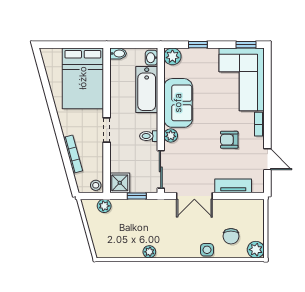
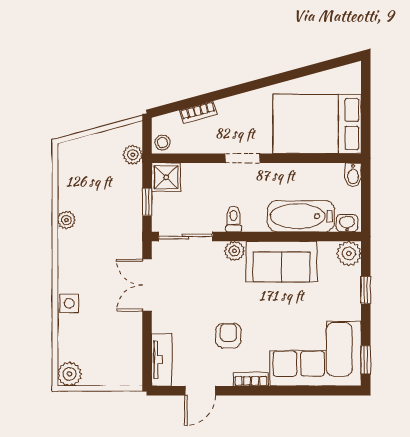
bookcase: (73, 154) -> (198, 112), width x0.64
tv unit: (233, 186) -> (162, 360), moved
chair: (231, 236) -> (89, 338), removed

